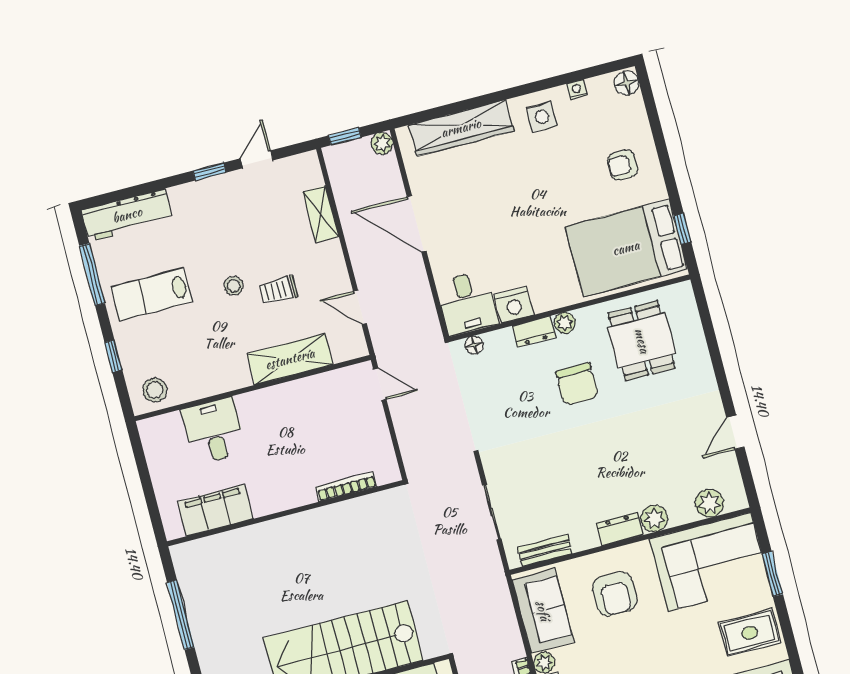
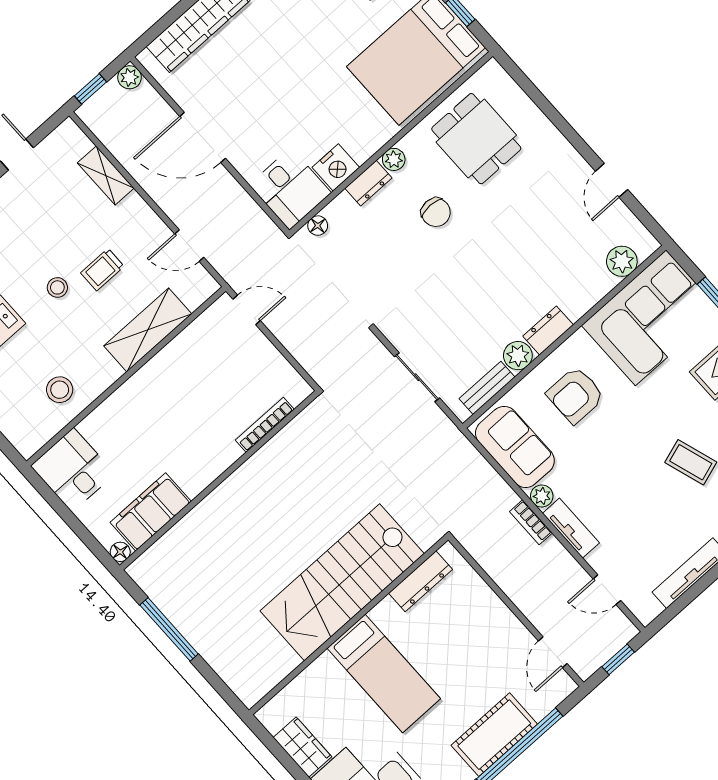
chair: (577, 384) -> (436, 212), width x0.73, depth x0.73
stool: (155, 390) -> (60, 390), moved
desk: (214, 431) -> (73, 470), moved
plant: (654, 519) -> (518, 356), moved
floor lamp: (173, 530) -> (120, 552), added
armchair: (615, 594) -> (575, 395), turned 90

